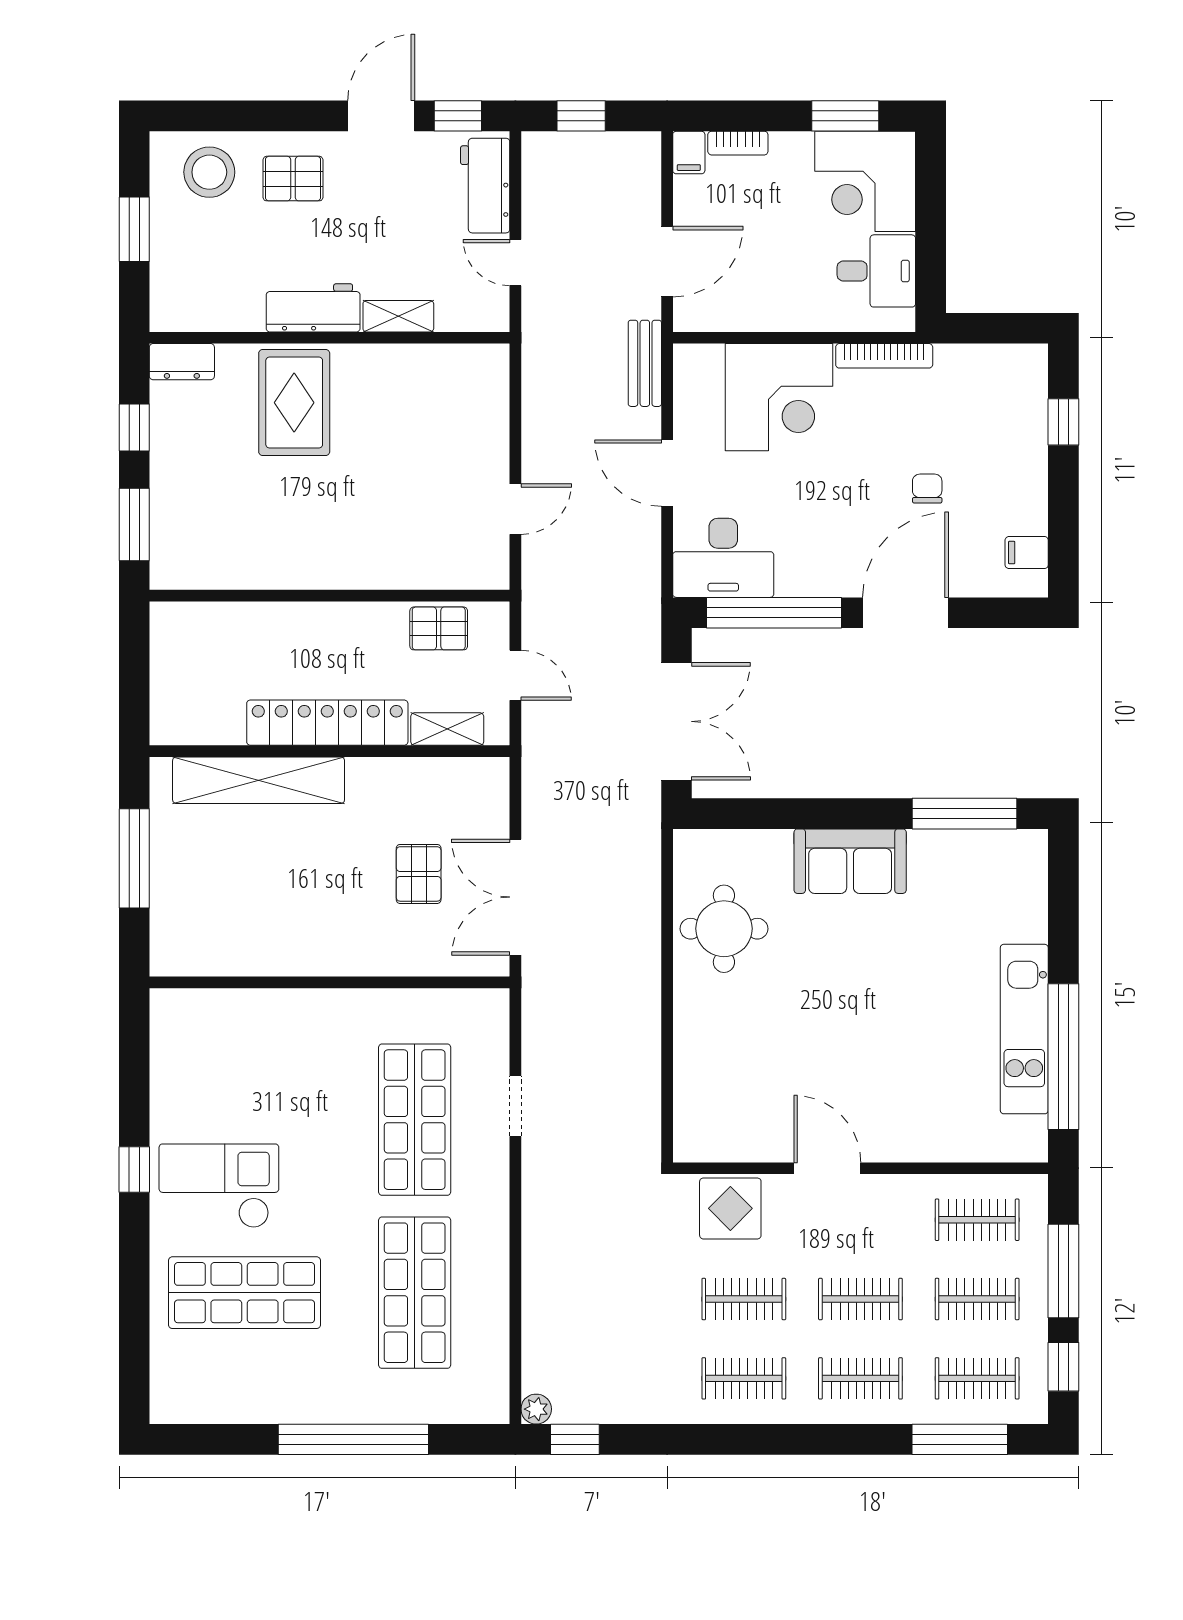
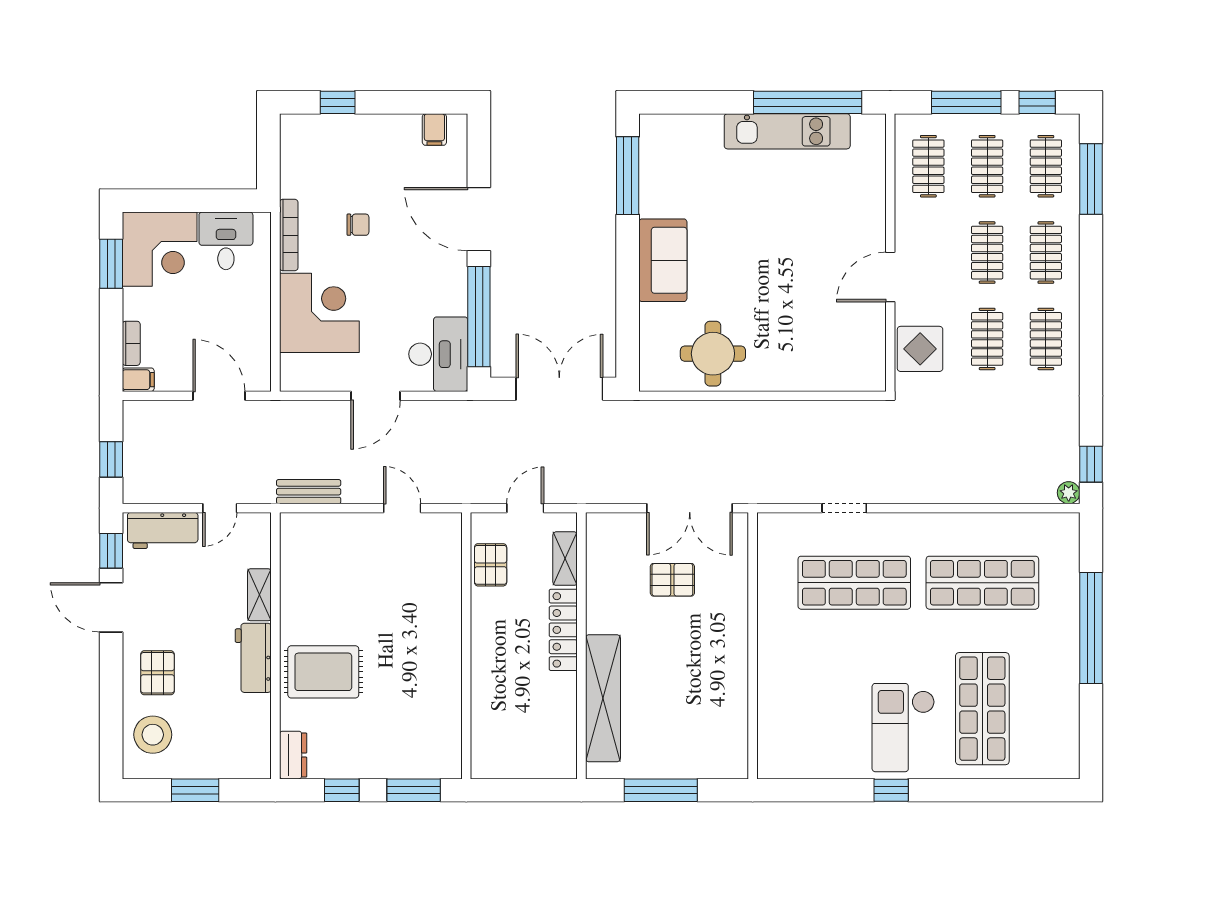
bench: (645, 363) -> (309, 492), moved
chair: (927, 489) -> (358, 225), moved, turned 180
locker: (327, 723) -> (563, 630), width x0.71, depth x0.83

